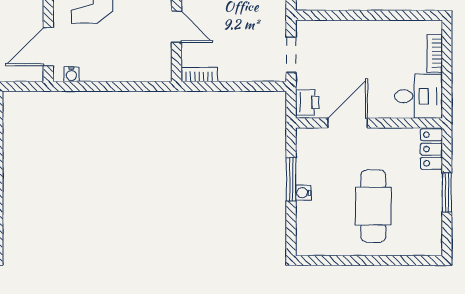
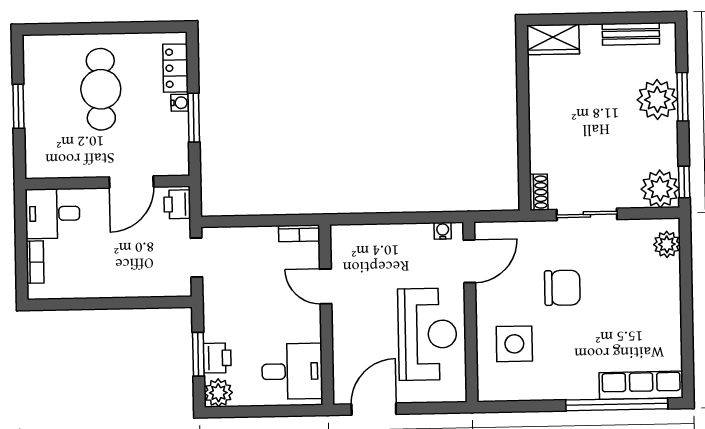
locker: (431, 149) -> (175, 68), moved, turned 180

